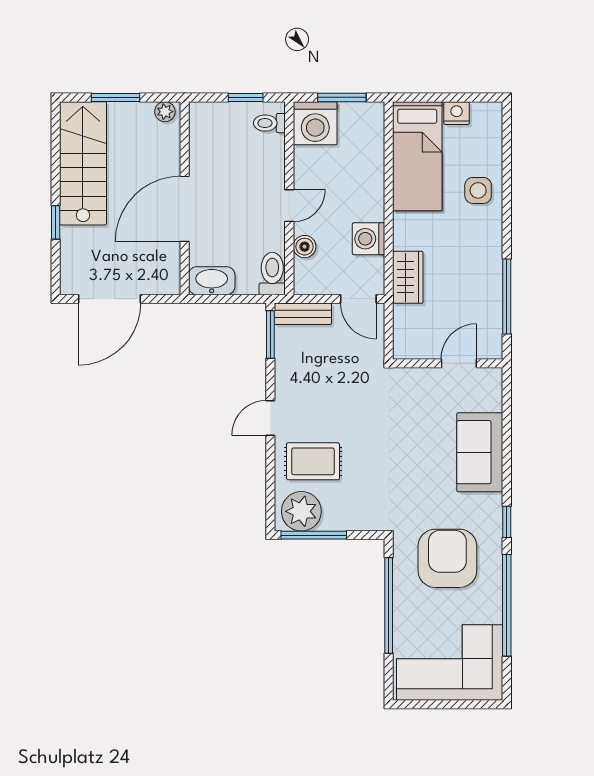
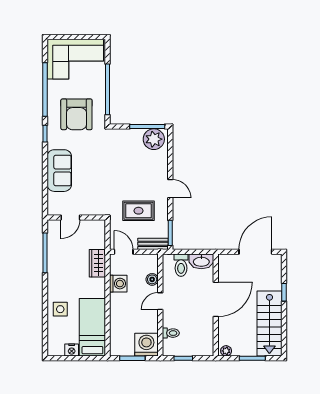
toilet: (269, 123) -> (171, 333), moved
toilet: (272, 273) -> (181, 265), moved
door: (270, 418) -> (170, 189), hinge flipped
rug: (313, 461) -> (139, 211), moved

